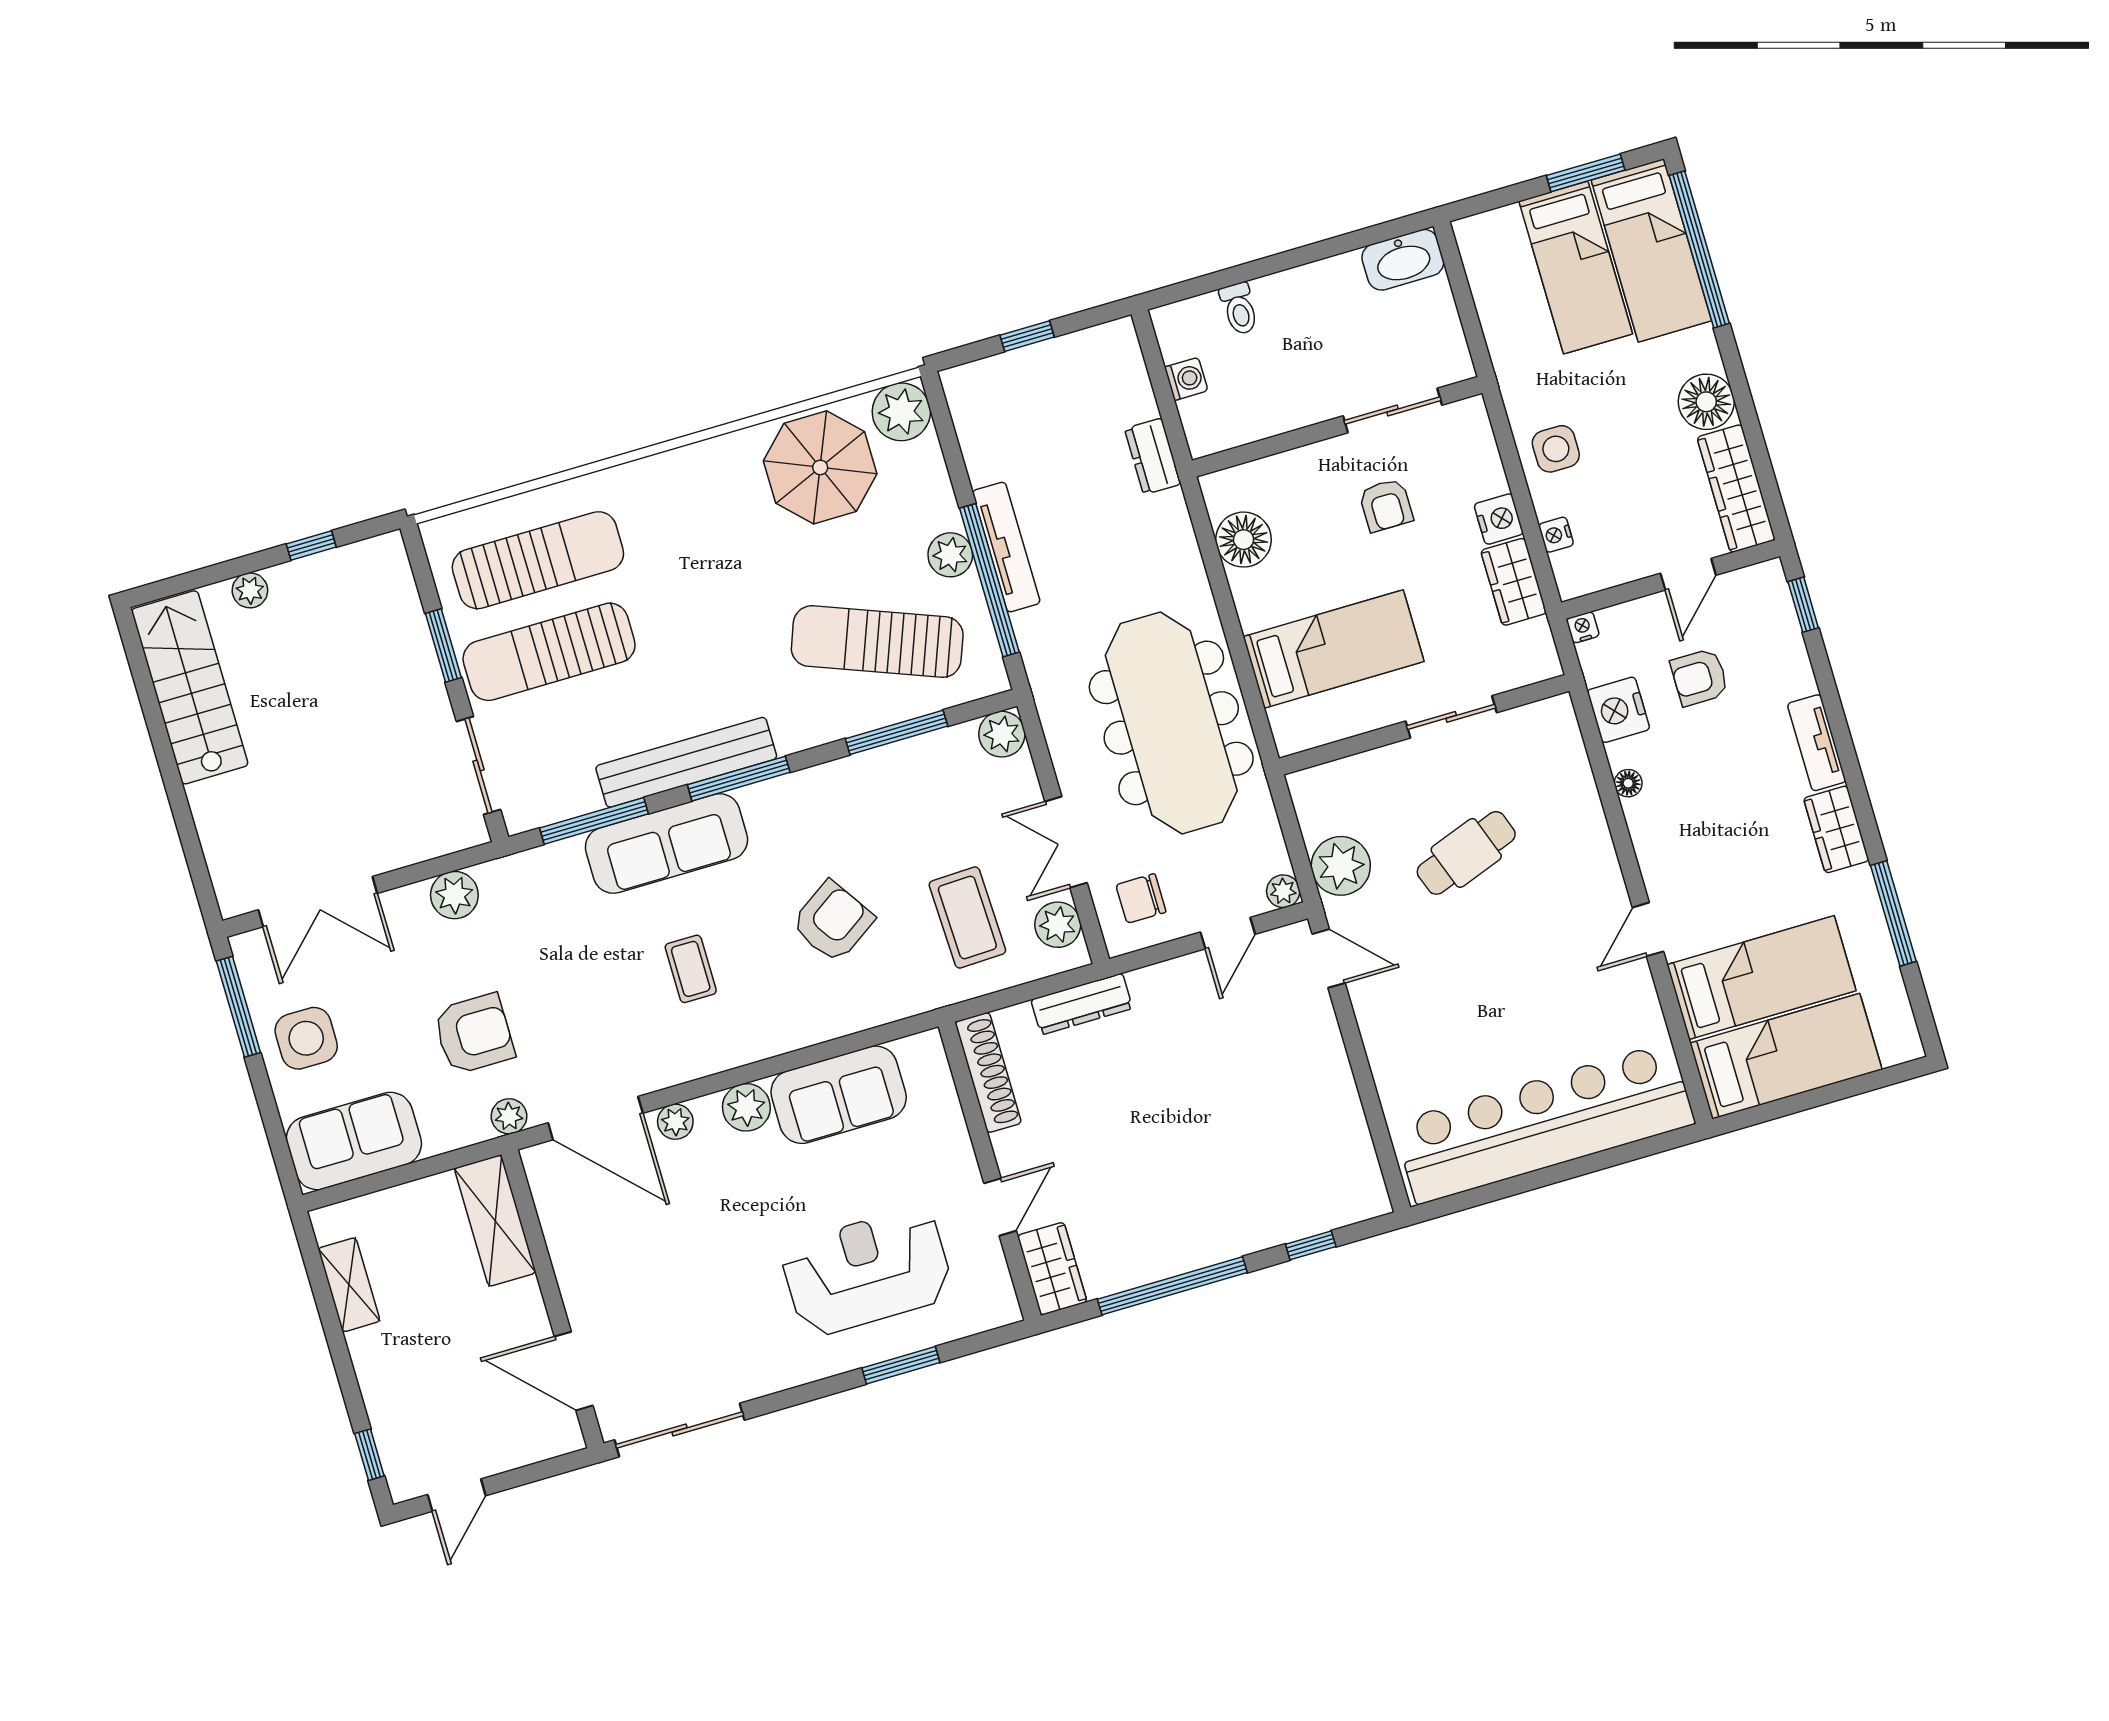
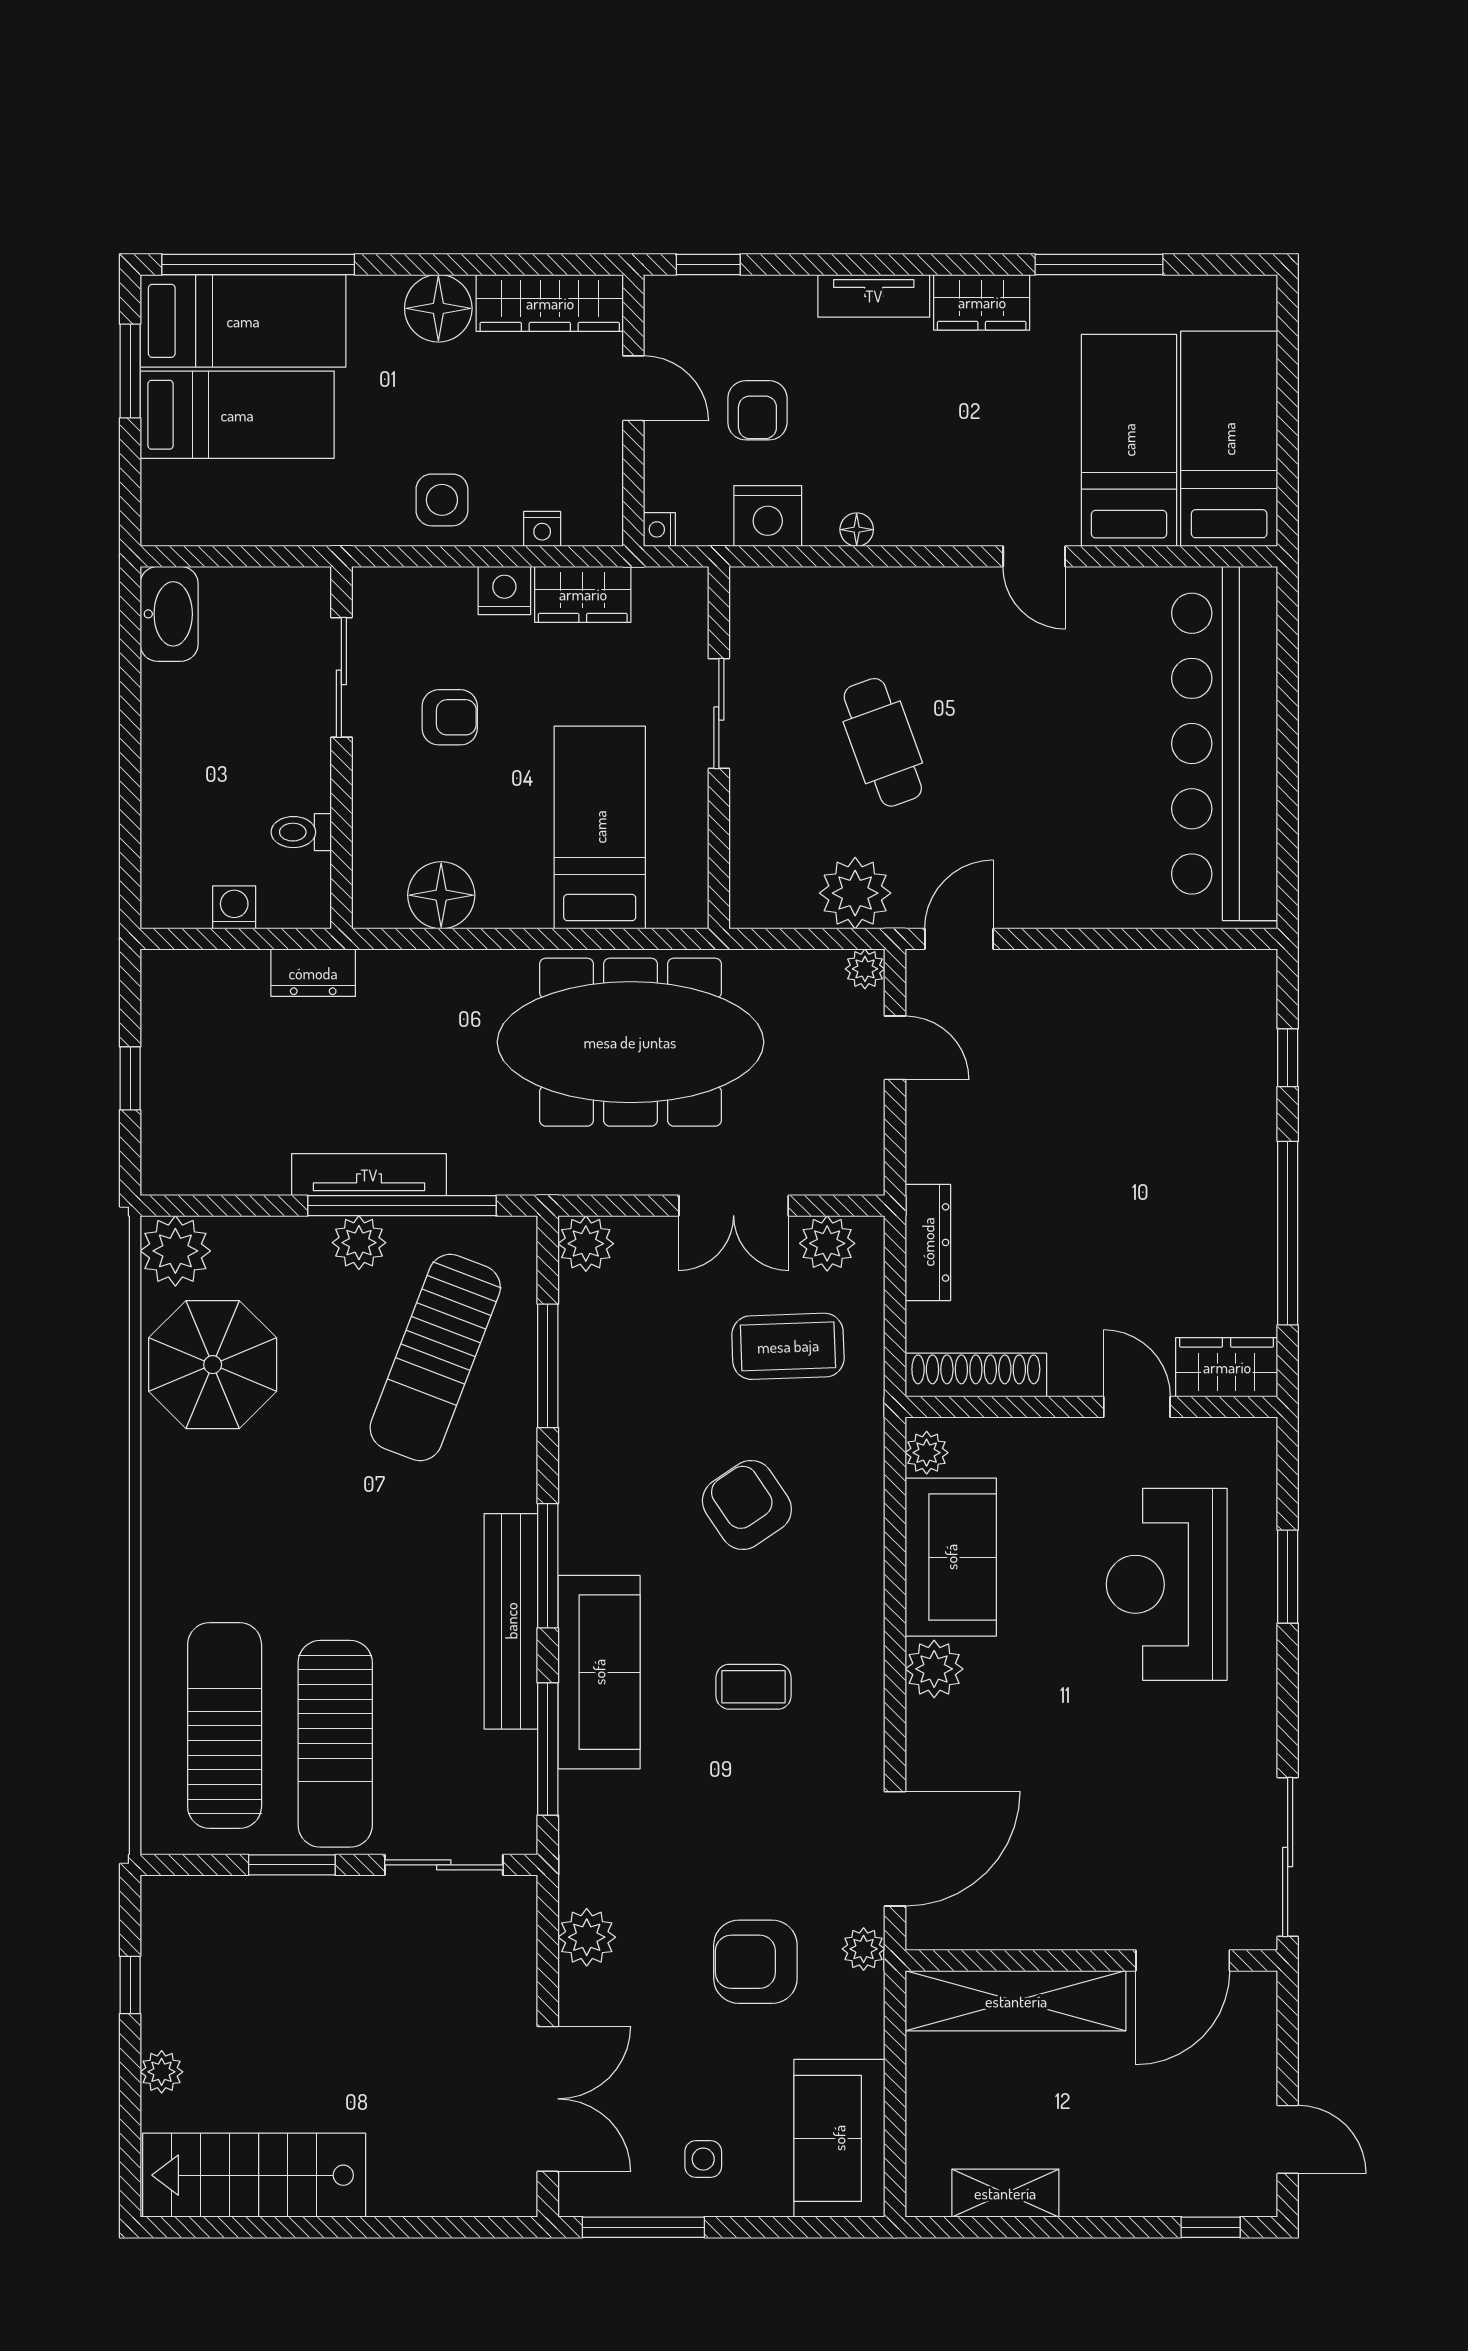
toilet: (1239, 309) -> (301, 832), moved, turned 180
chair: (1141, 898) -> (825, 1137), removed
armchair: (474, 1034) -> (755, 1962), turned -90
side table: (306, 1038) -> (703, 2159), width x0.54, depth x0.54
plant: (675, 1122) -> (927, 1453), moved
shelving: (495, 1221) -> (1016, 2001), width x1.47

